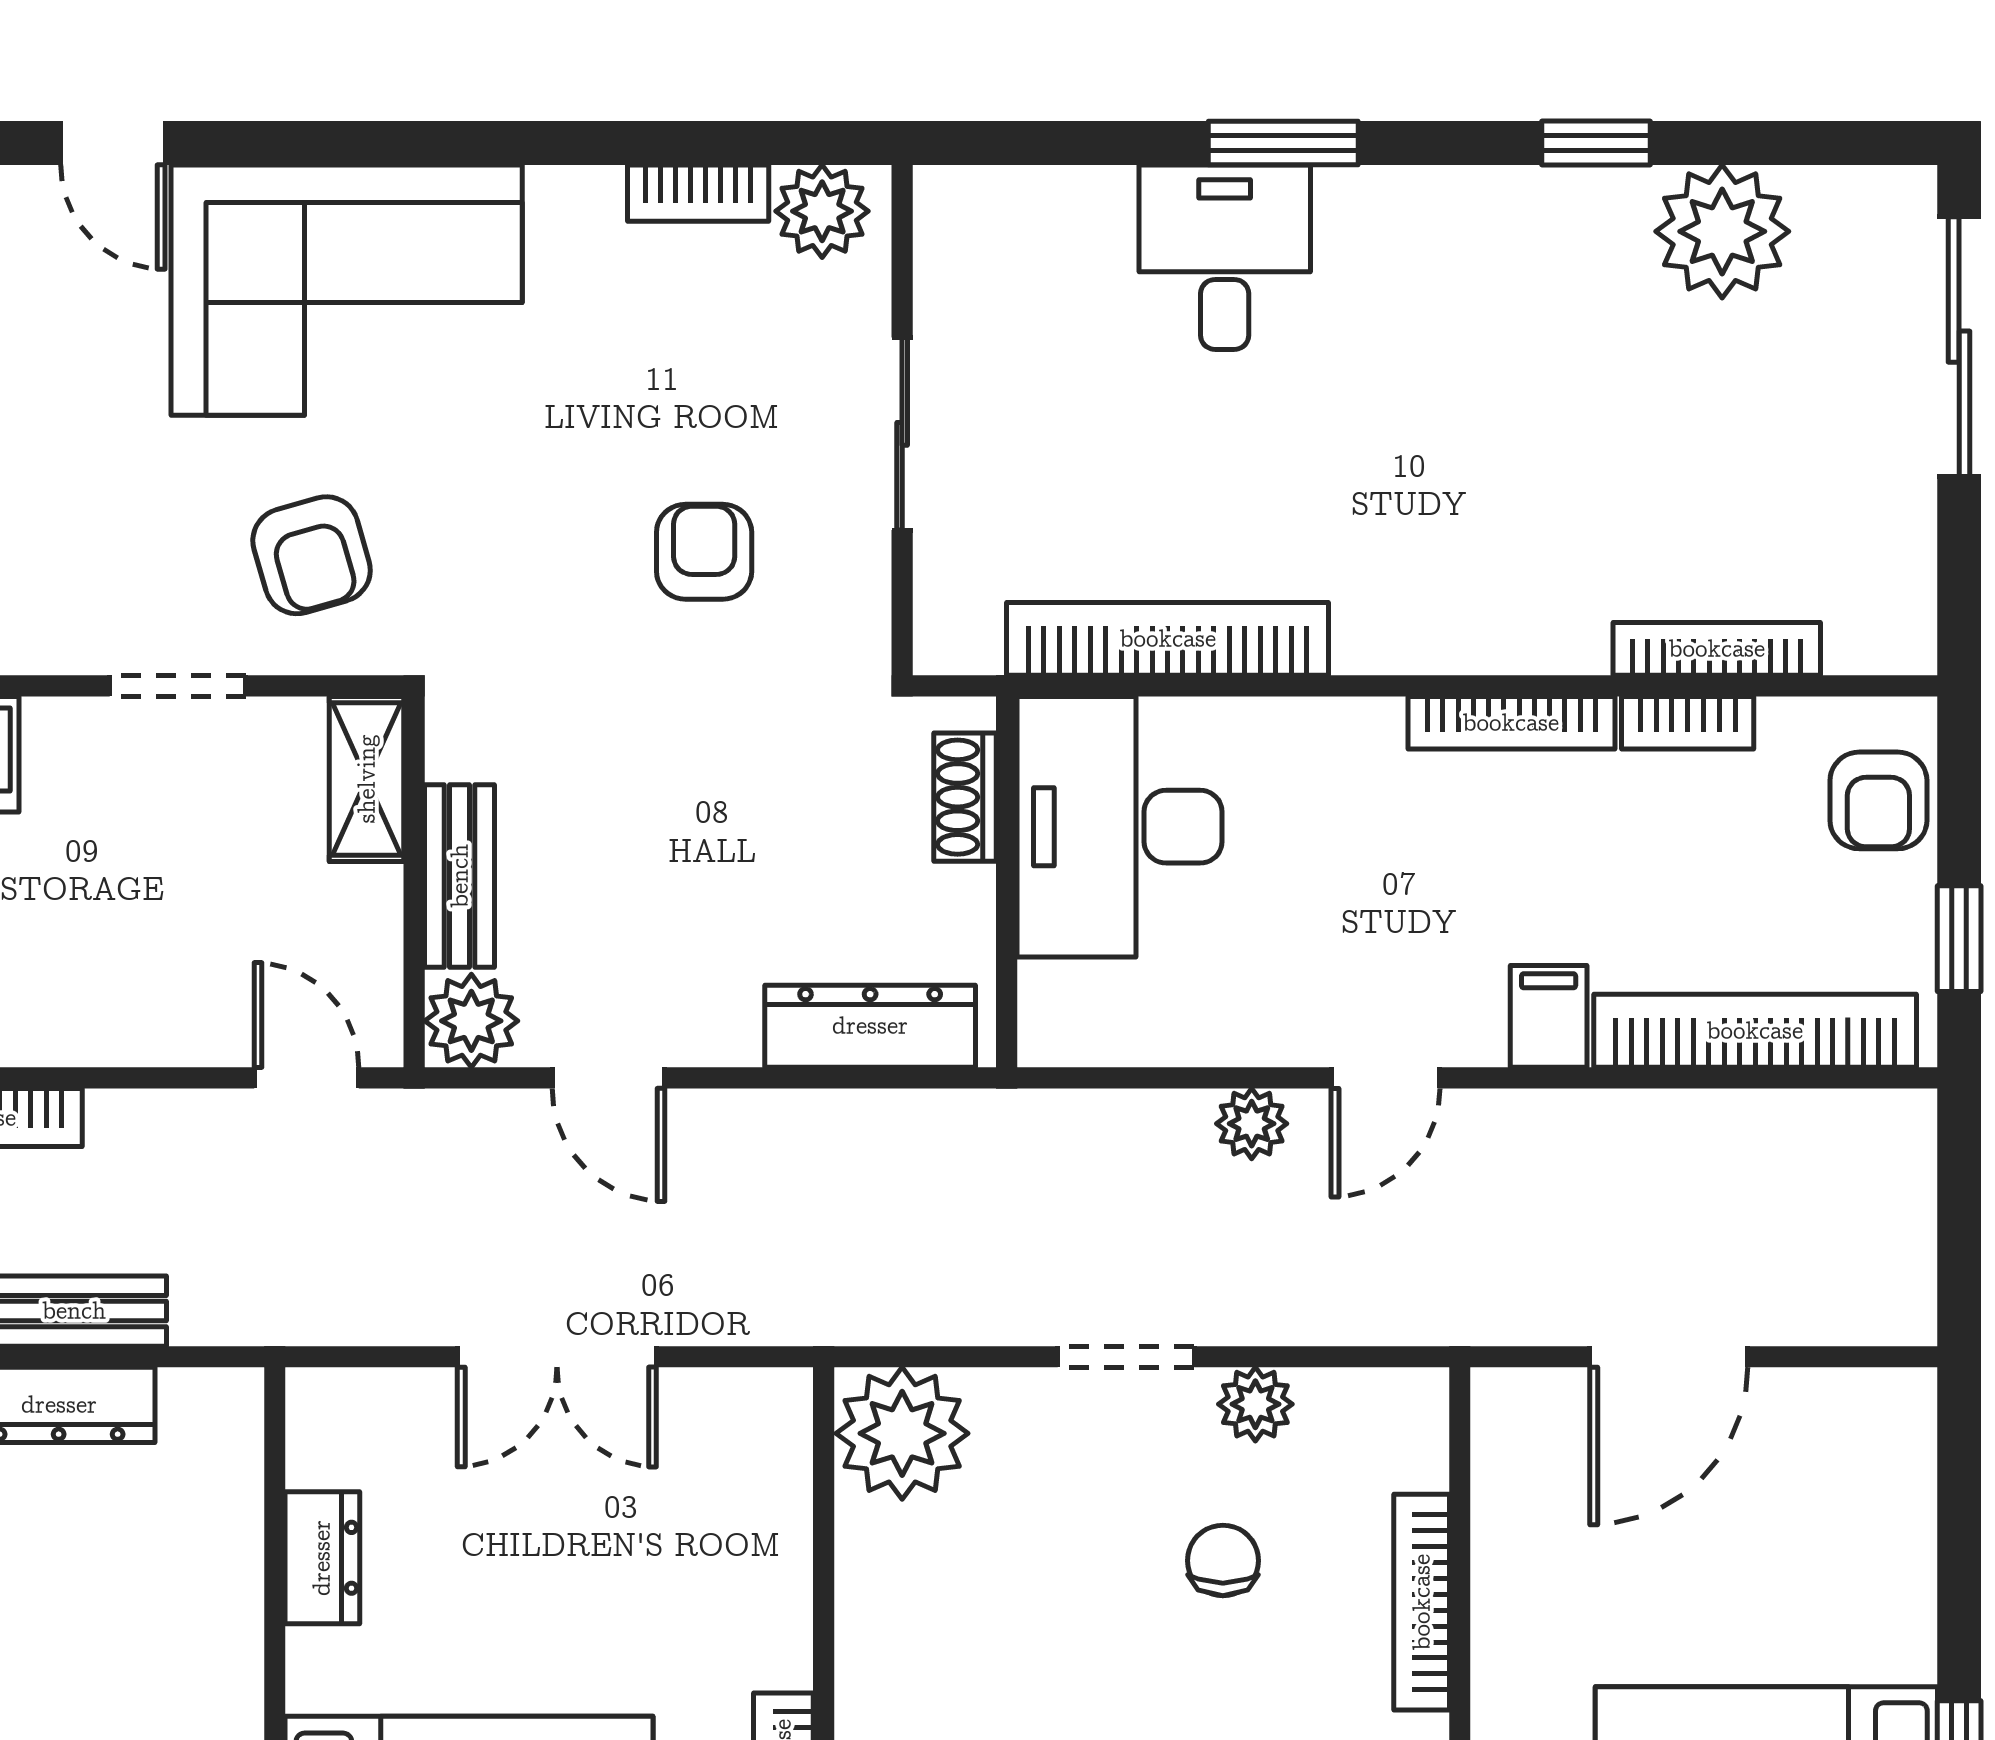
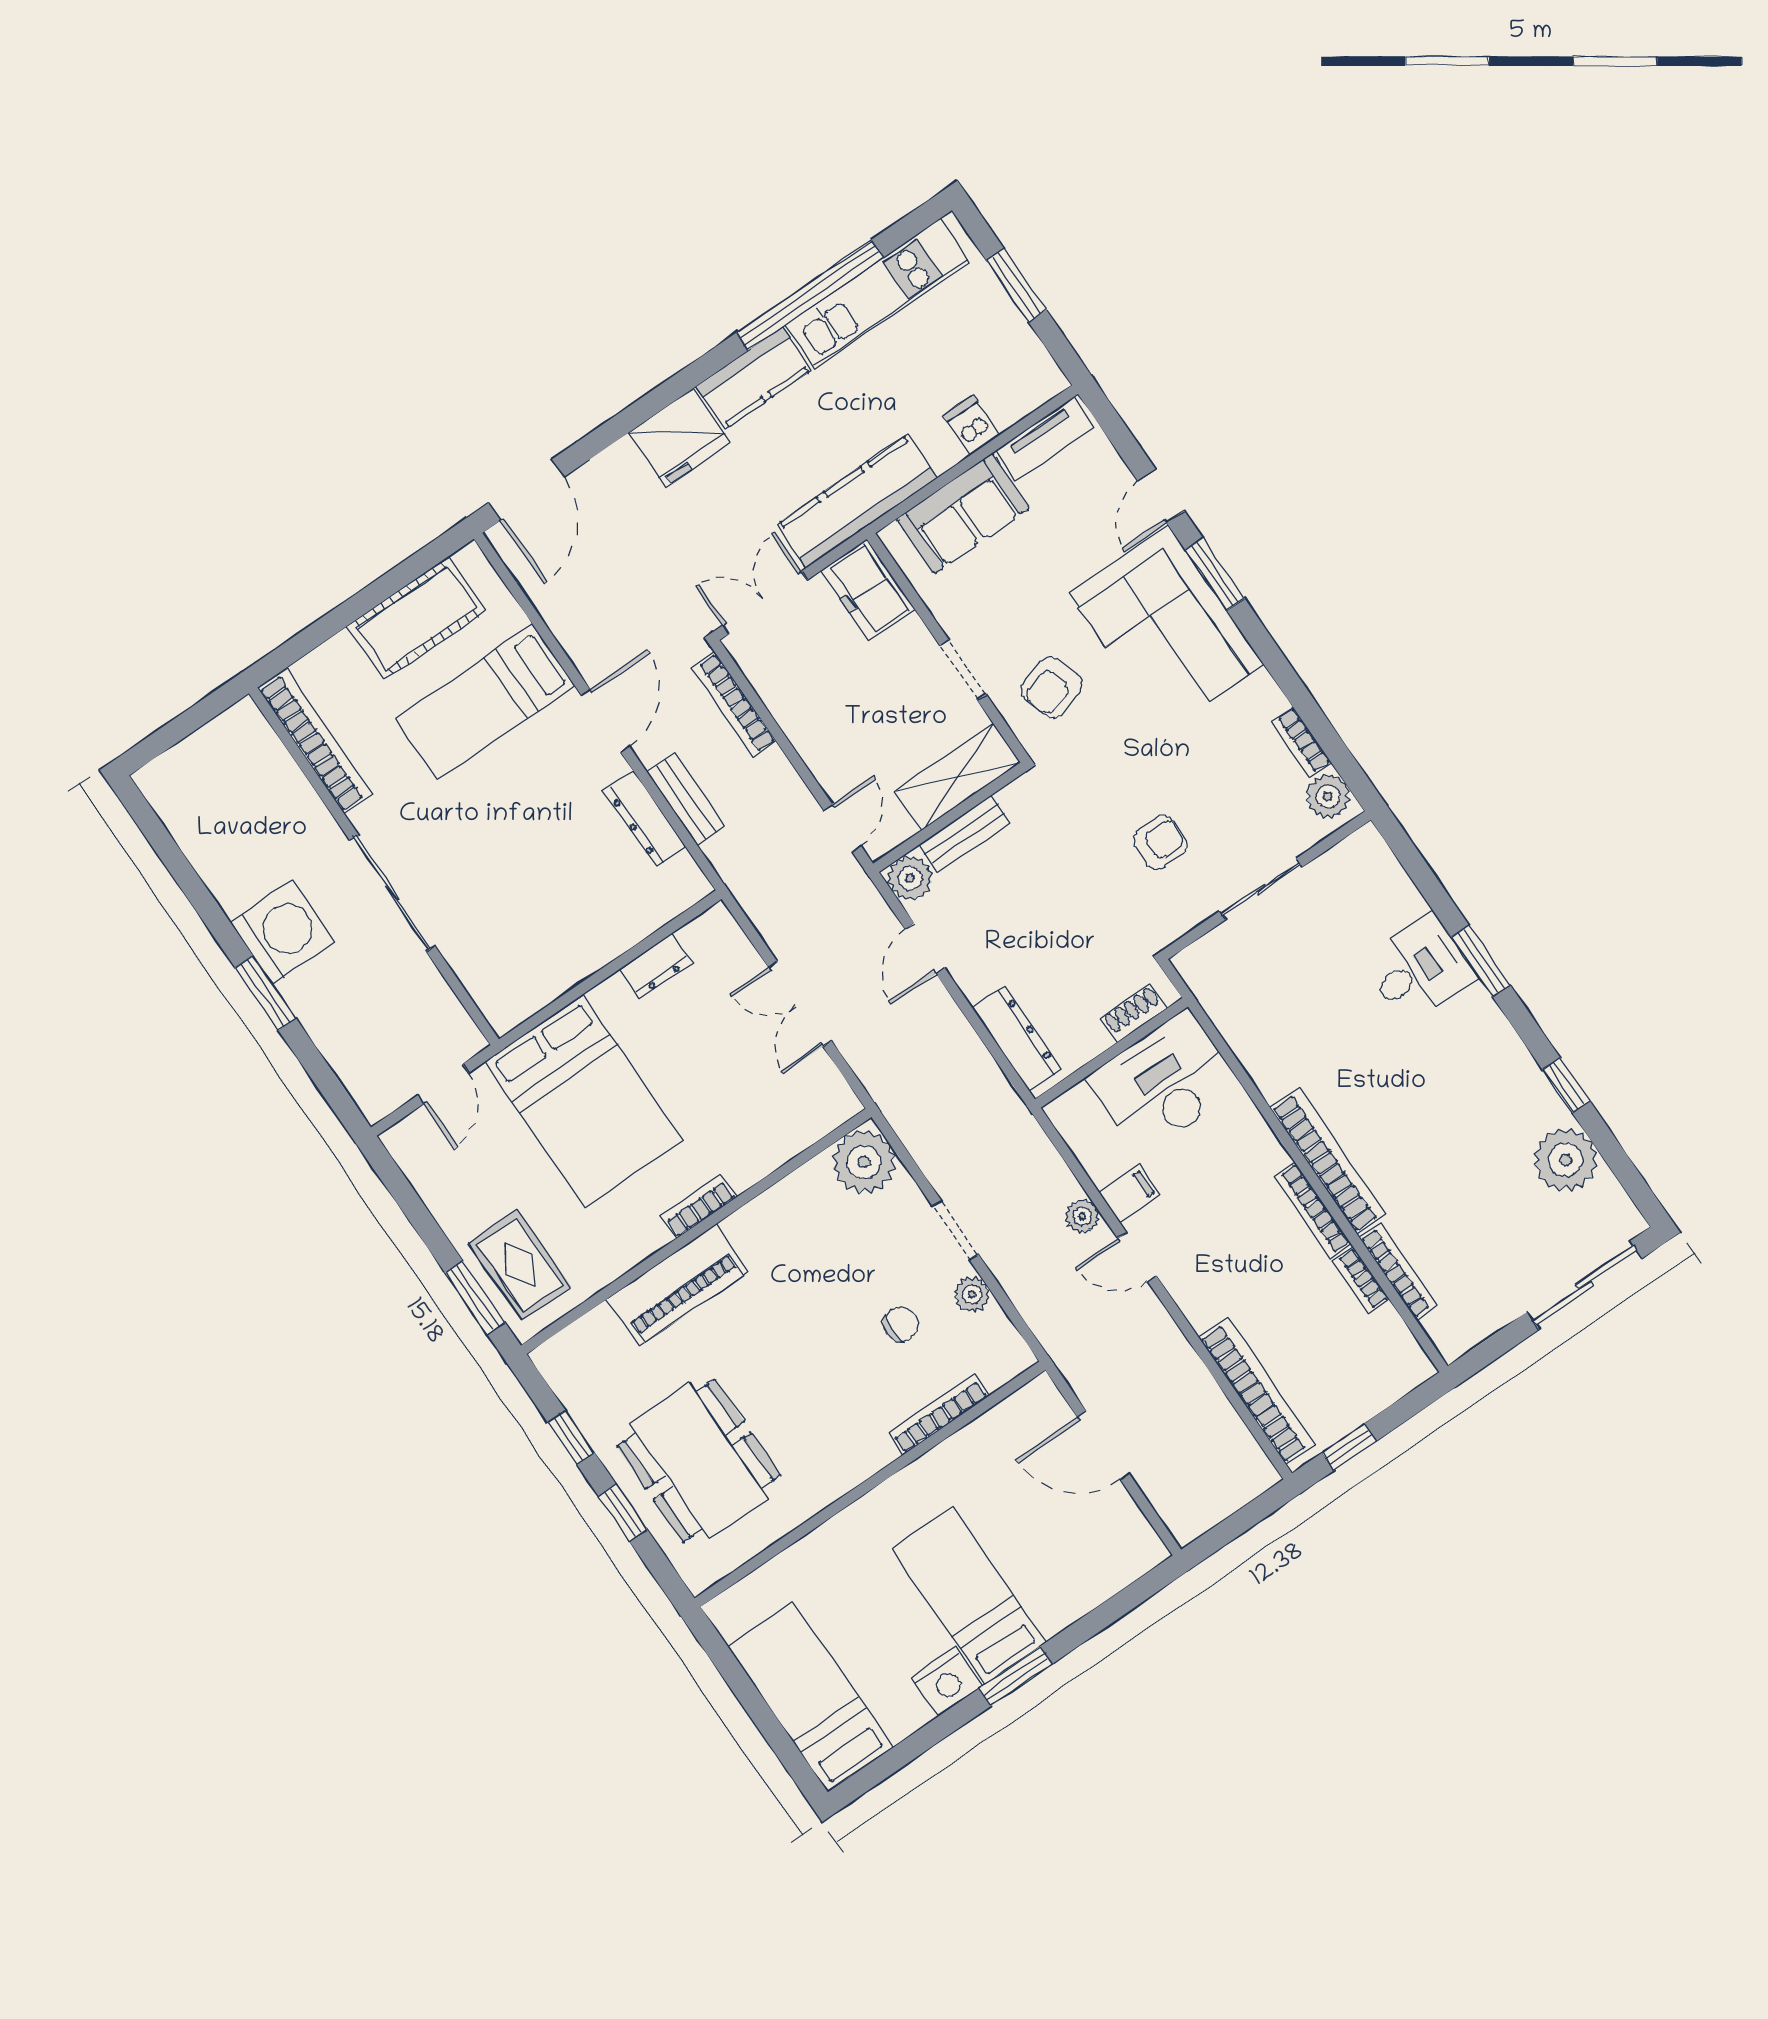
window: (310, 143) -> (1215, 574), added
bookcase: (1168, 639) -> (1328, 1161), moved
shelving: (367, 779) -> (958, 777), width x1.50, depth x1.33
armchair: (1878, 800) -> (1382, 1377), removed
filing cabinet: (1549, 1016) -> (1129, 1193), moved

